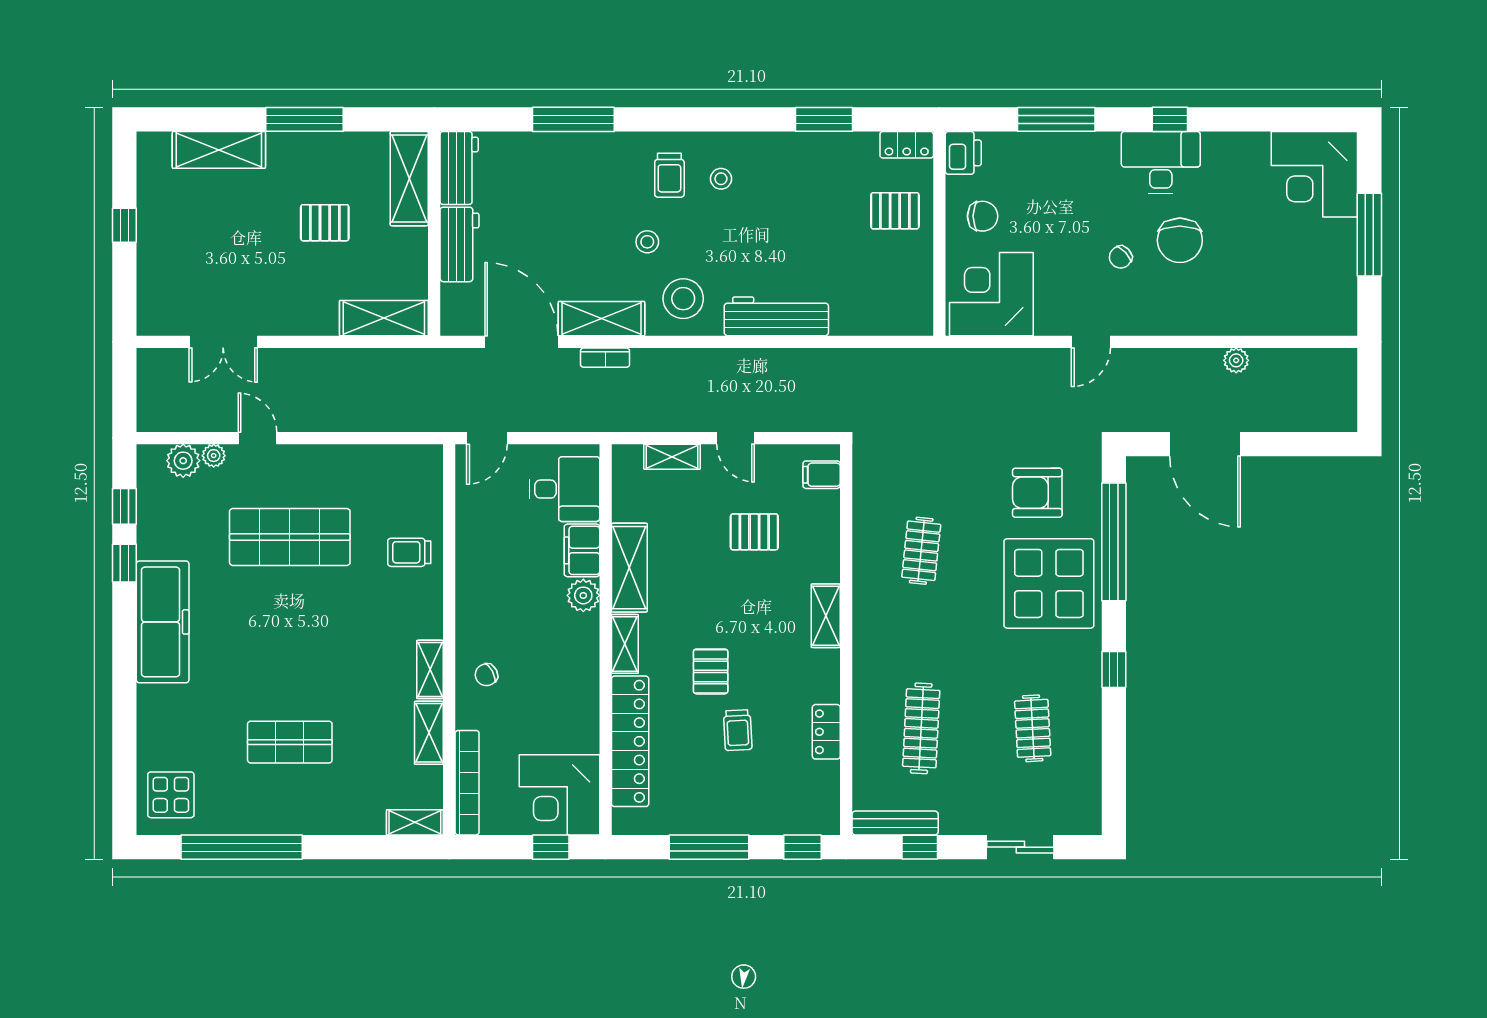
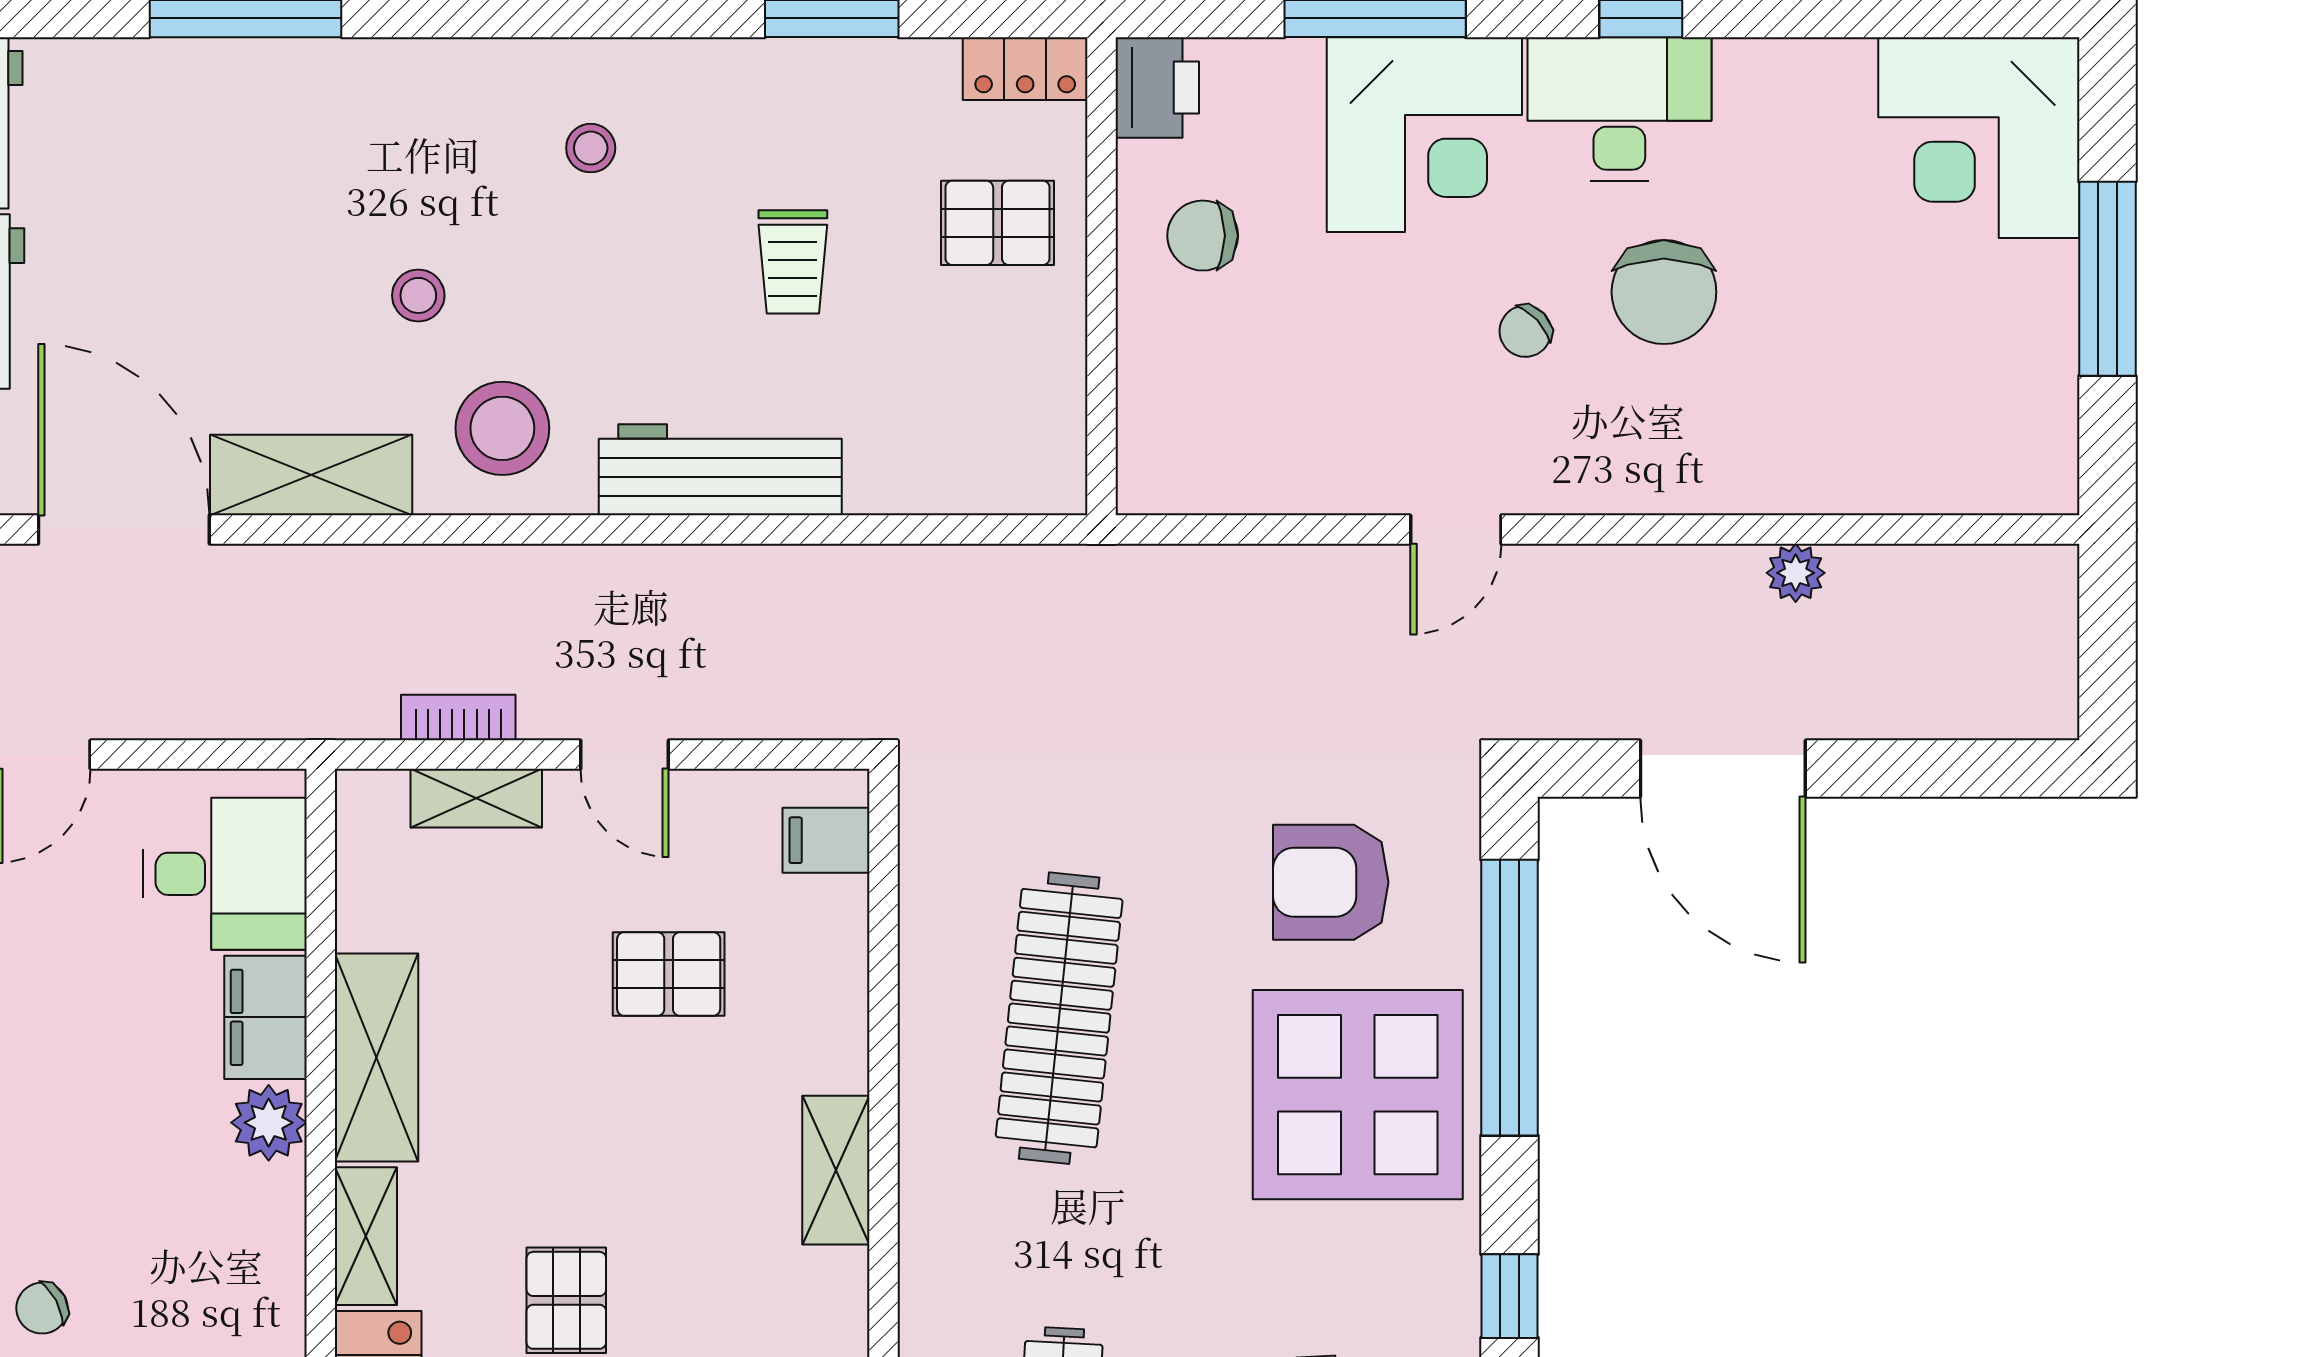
trolley: (669, 175) -> (793, 262), moved
chair: (983, 216) -> (1203, 236), turned 180
corner desk: (991, 294) -> (1424, 135), moved, turned 180
bookcase: (605, 358) -> (458, 718), moved, turned 180
clothes rail: (921, 551) -> (1059, 1018), width x1.86, depth x1.31

